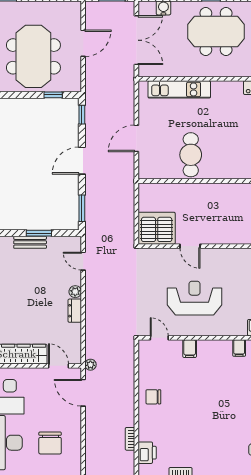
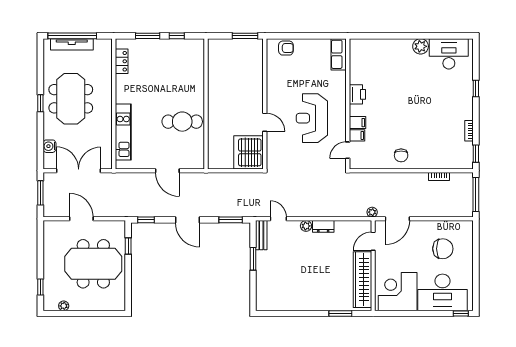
bench: (30, 242) -> (261, 235), moved
door: (190, 246) -> (265, 122), hinge flipped
door: (83, 261) -> (278, 219), swing flipped
filing cabinet: (239, 348) -> (357, 135), moved
printer: (147, 453) -> (357, 94), moved, turned 90

